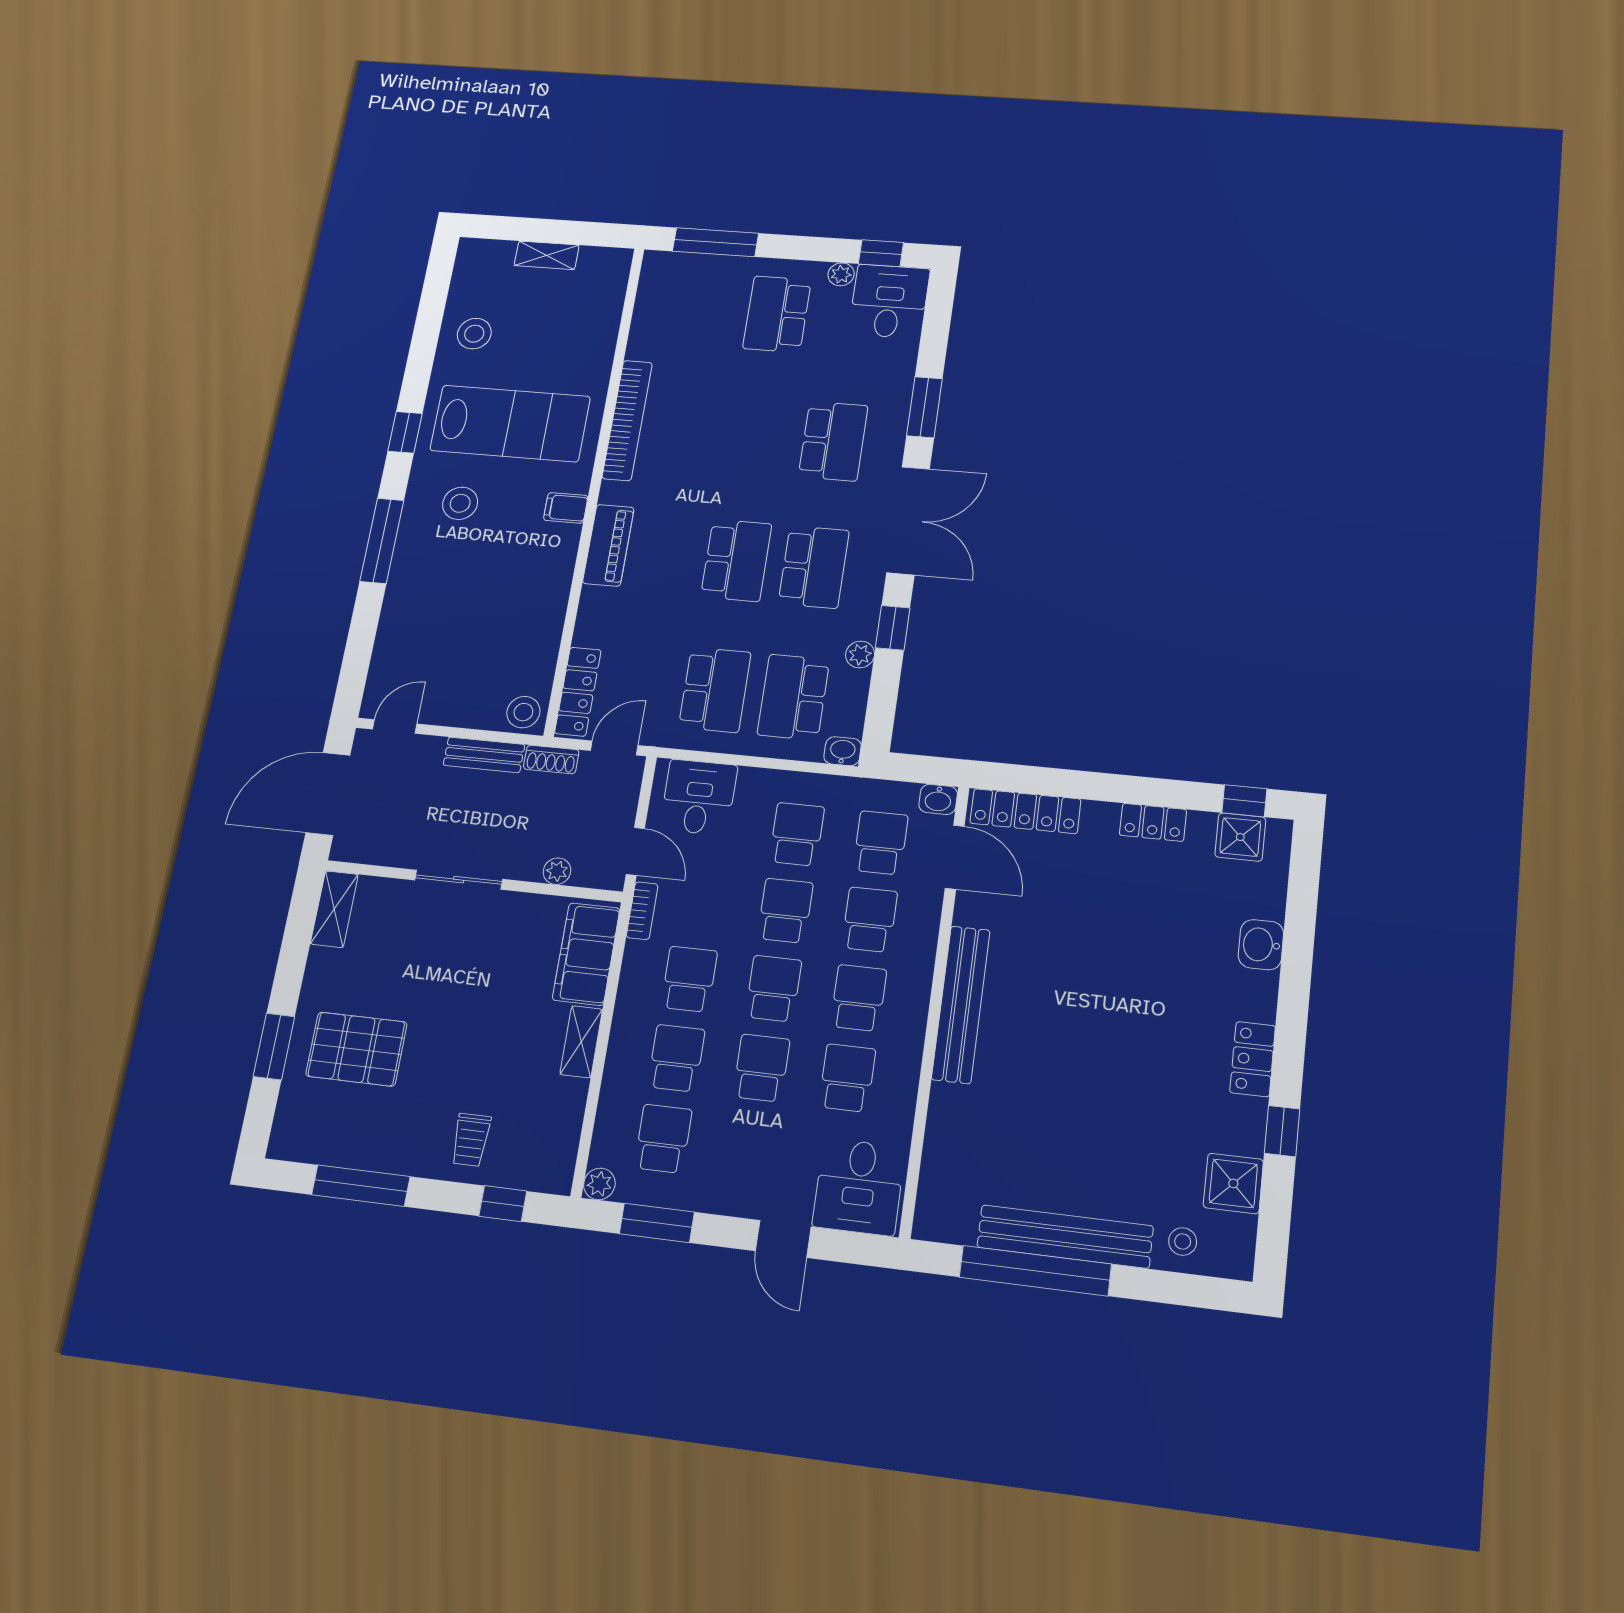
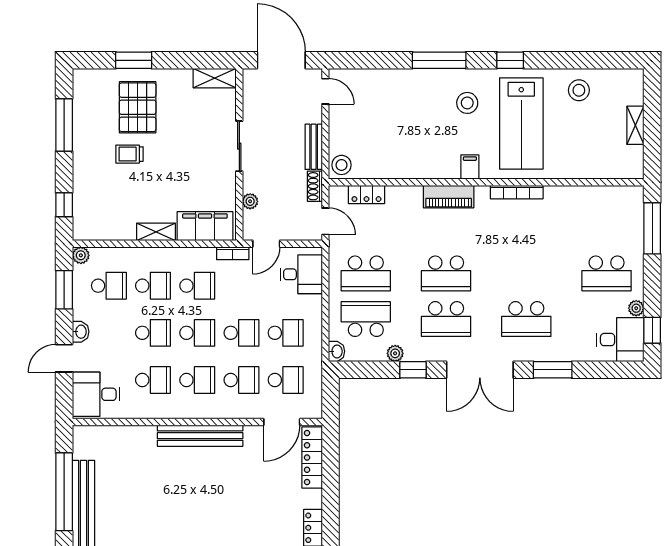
school desk: (777, 314) -> (607, 273), turned 180
bookcase: (627, 420) -> (517, 192), width x0.68, depth x0.76
locker: (578, 692) -> (366, 194), width x0.66
washbasin: (938, 799) -> (81, 332), moved, turned 180
trolley: (471, 1140) -> (129, 154), moved

